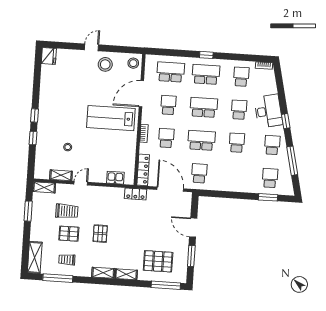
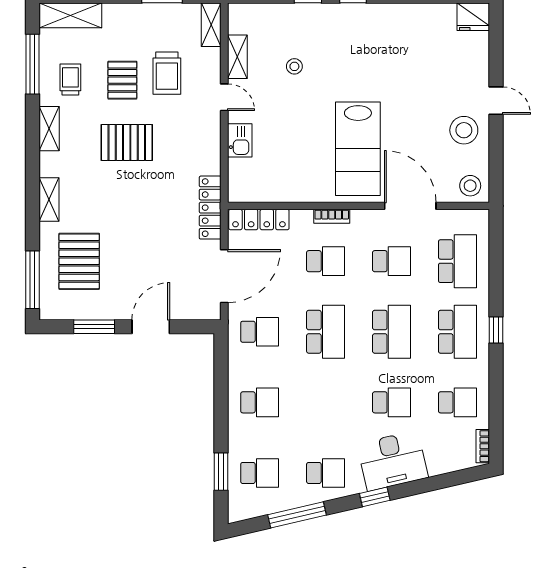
lab bench: (111, 118) -> (358, 149), turned 180
school desk: (237, 143) -> (260, 402), moved
kitchen sink: (115, 178) -> (240, 140), moved
locker: (136, 194) -> (210, 208), width x1.53
pallet: (100, 234) -> (127, 142), width x1.50, depth x1.42
shelving: (103, 273) -> (49, 129), moved

